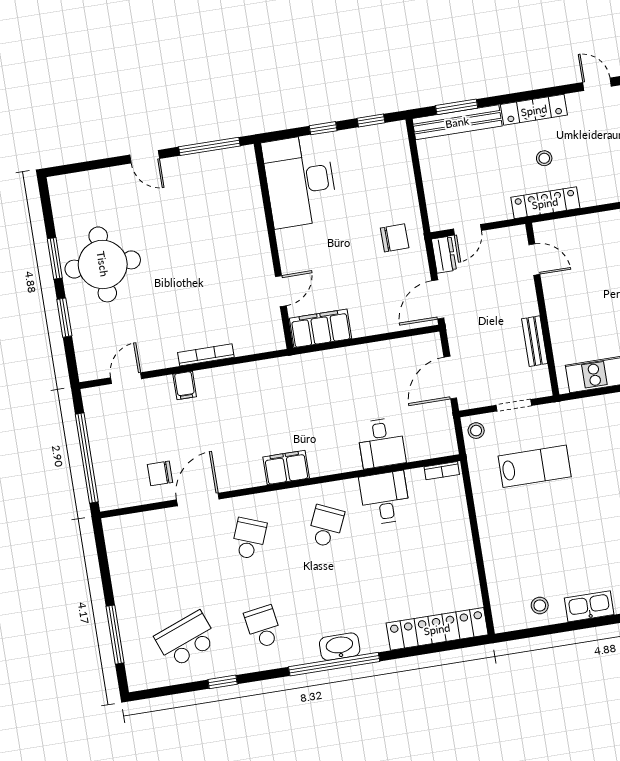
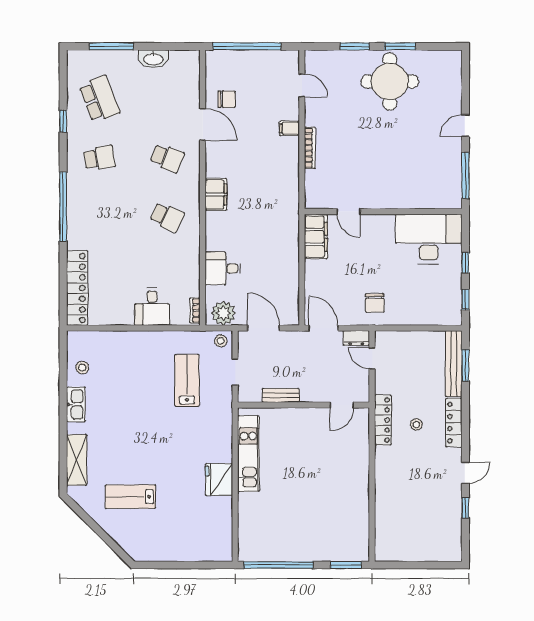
plant: (439, 433) -> (223, 313), added
lab bench: (535, 466) -> (187, 380), turned 180
chair: (160, 473) -> (227, 99), turned 90
desk: (385, 498) -> (152, 307), moved, turned 90
washbasin: (340, 647) -> (153, 59), moved, turned 90

